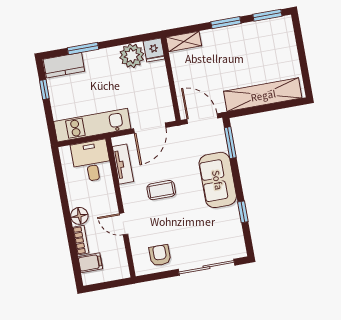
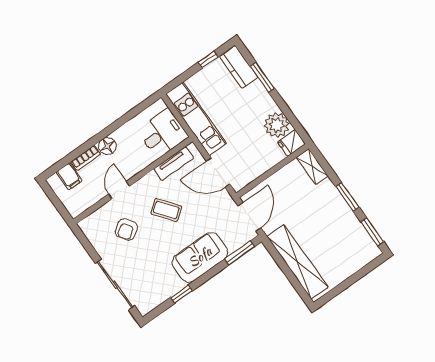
coffee table: (161, 190) -> (166, 210), turned -38
armchair: (160, 255) -> (126, 229), moved, turned 146

